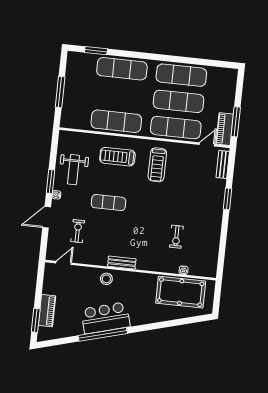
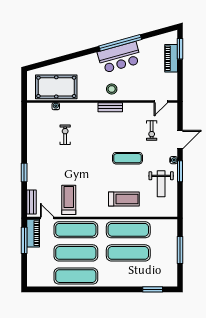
exercise mat: (122, 69) -> (128, 253), moved
door: (207, 144) -> (47, 218), swing flipped
treadmill: (157, 165) -> (69, 200), moved
weight bench: (73, 170) -> (161, 184), turned 180
stool: (106, 279) -> (112, 89), moved

